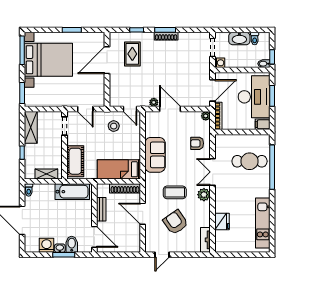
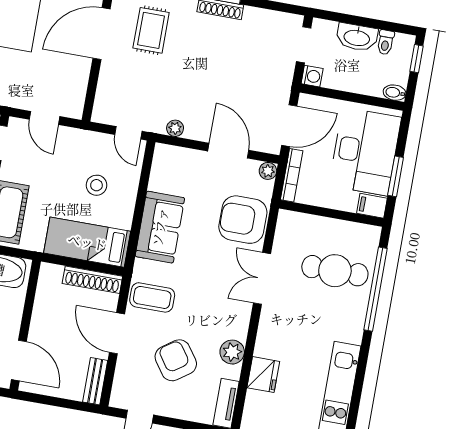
window: (272, 57) -> (417, 59), moved
window: (272, 96) -> (396, 176), moved
door: (170, 109) -> (228, 151), moved
stool: (114, 126) -> (96, 185), moved
armchair: (197, 143) -> (243, 220), width x1.88, depth x1.88
coffee table: (175, 192) -> (152, 297), moved
plant: (204, 195) -> (232, 352), moved
bench: (101, 209) -> (95, 381), moved

